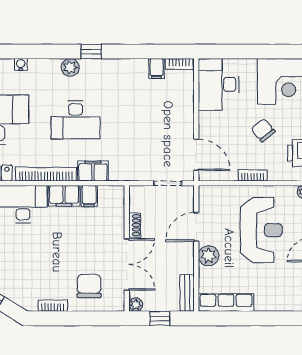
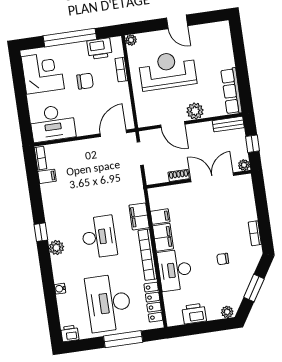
chair: (263, 130) -> (85, 81), turned -141
bookcase: (253, 175) -> (121, 70), moved
chair: (89, 286) -> (223, 259), moved, width x0.54, depth x0.54

